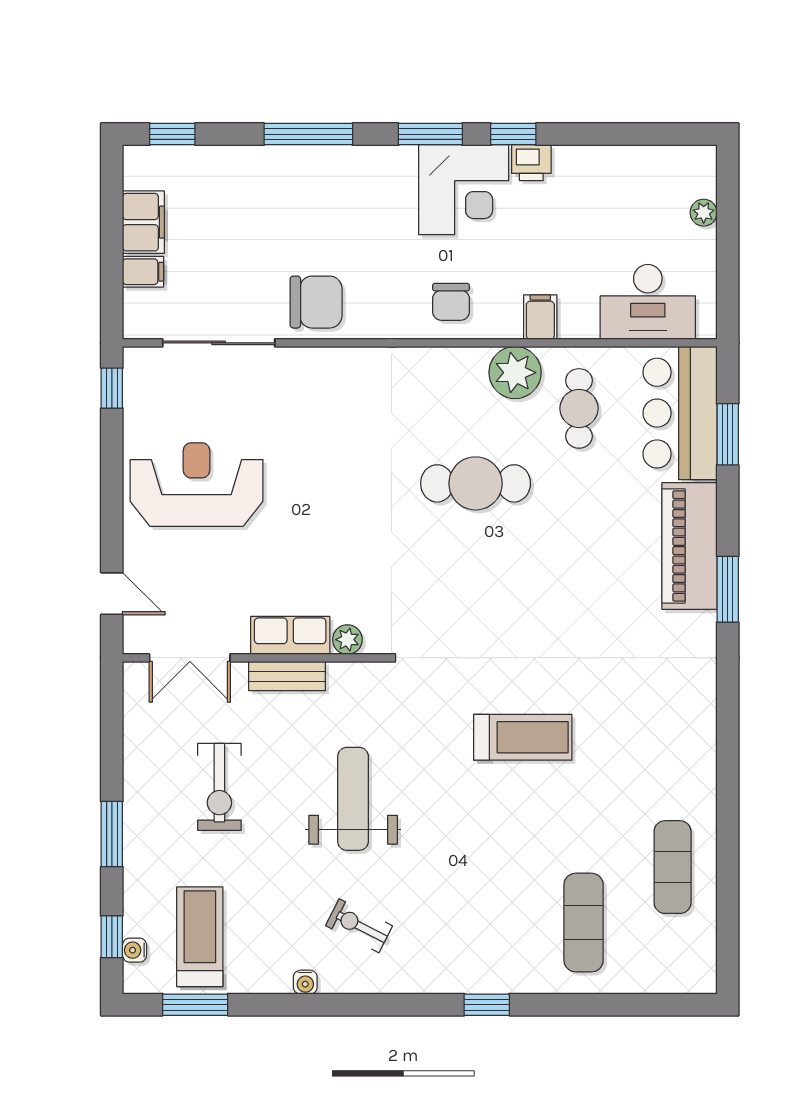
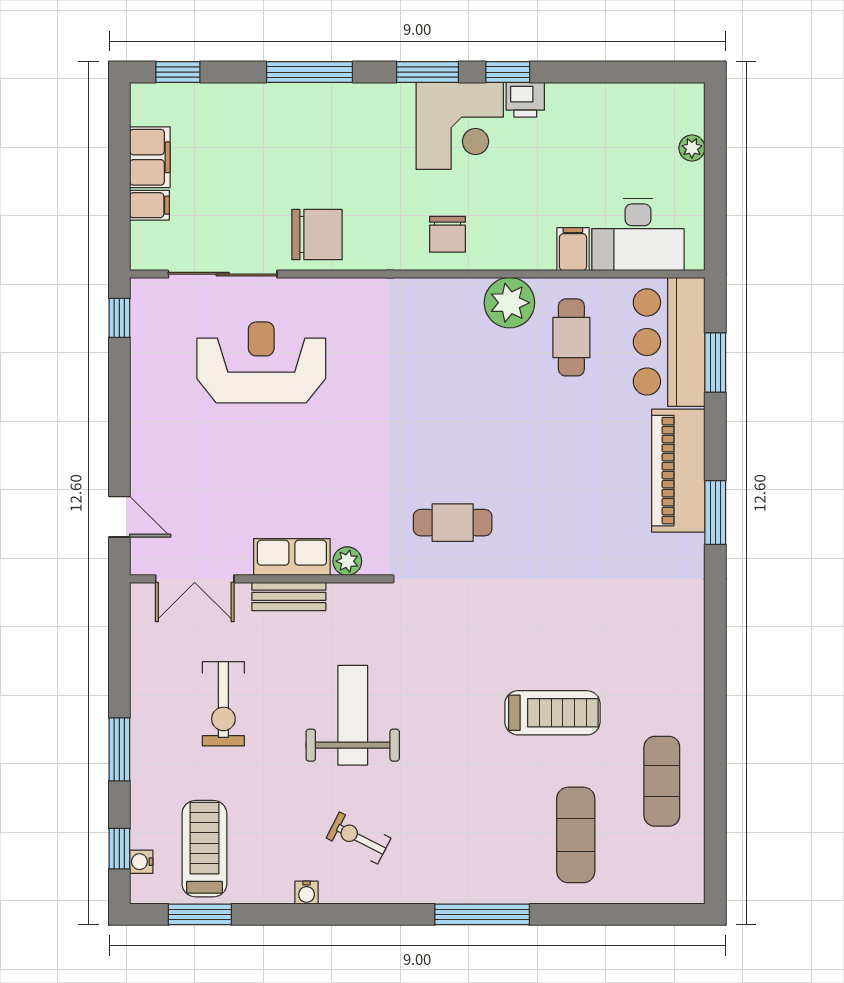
filing cabinet: (540, 317) -> (573, 249), moved
cafe table: (476, 483) -> (453, 523), moved, width x0.73, depth x0.74
reception desk: (197, 485) -> (261, 362), moved
treadmill: (523, 737) -> (552, 713), moved
window: (487, 1005) -> (482, 914), width x2.17

